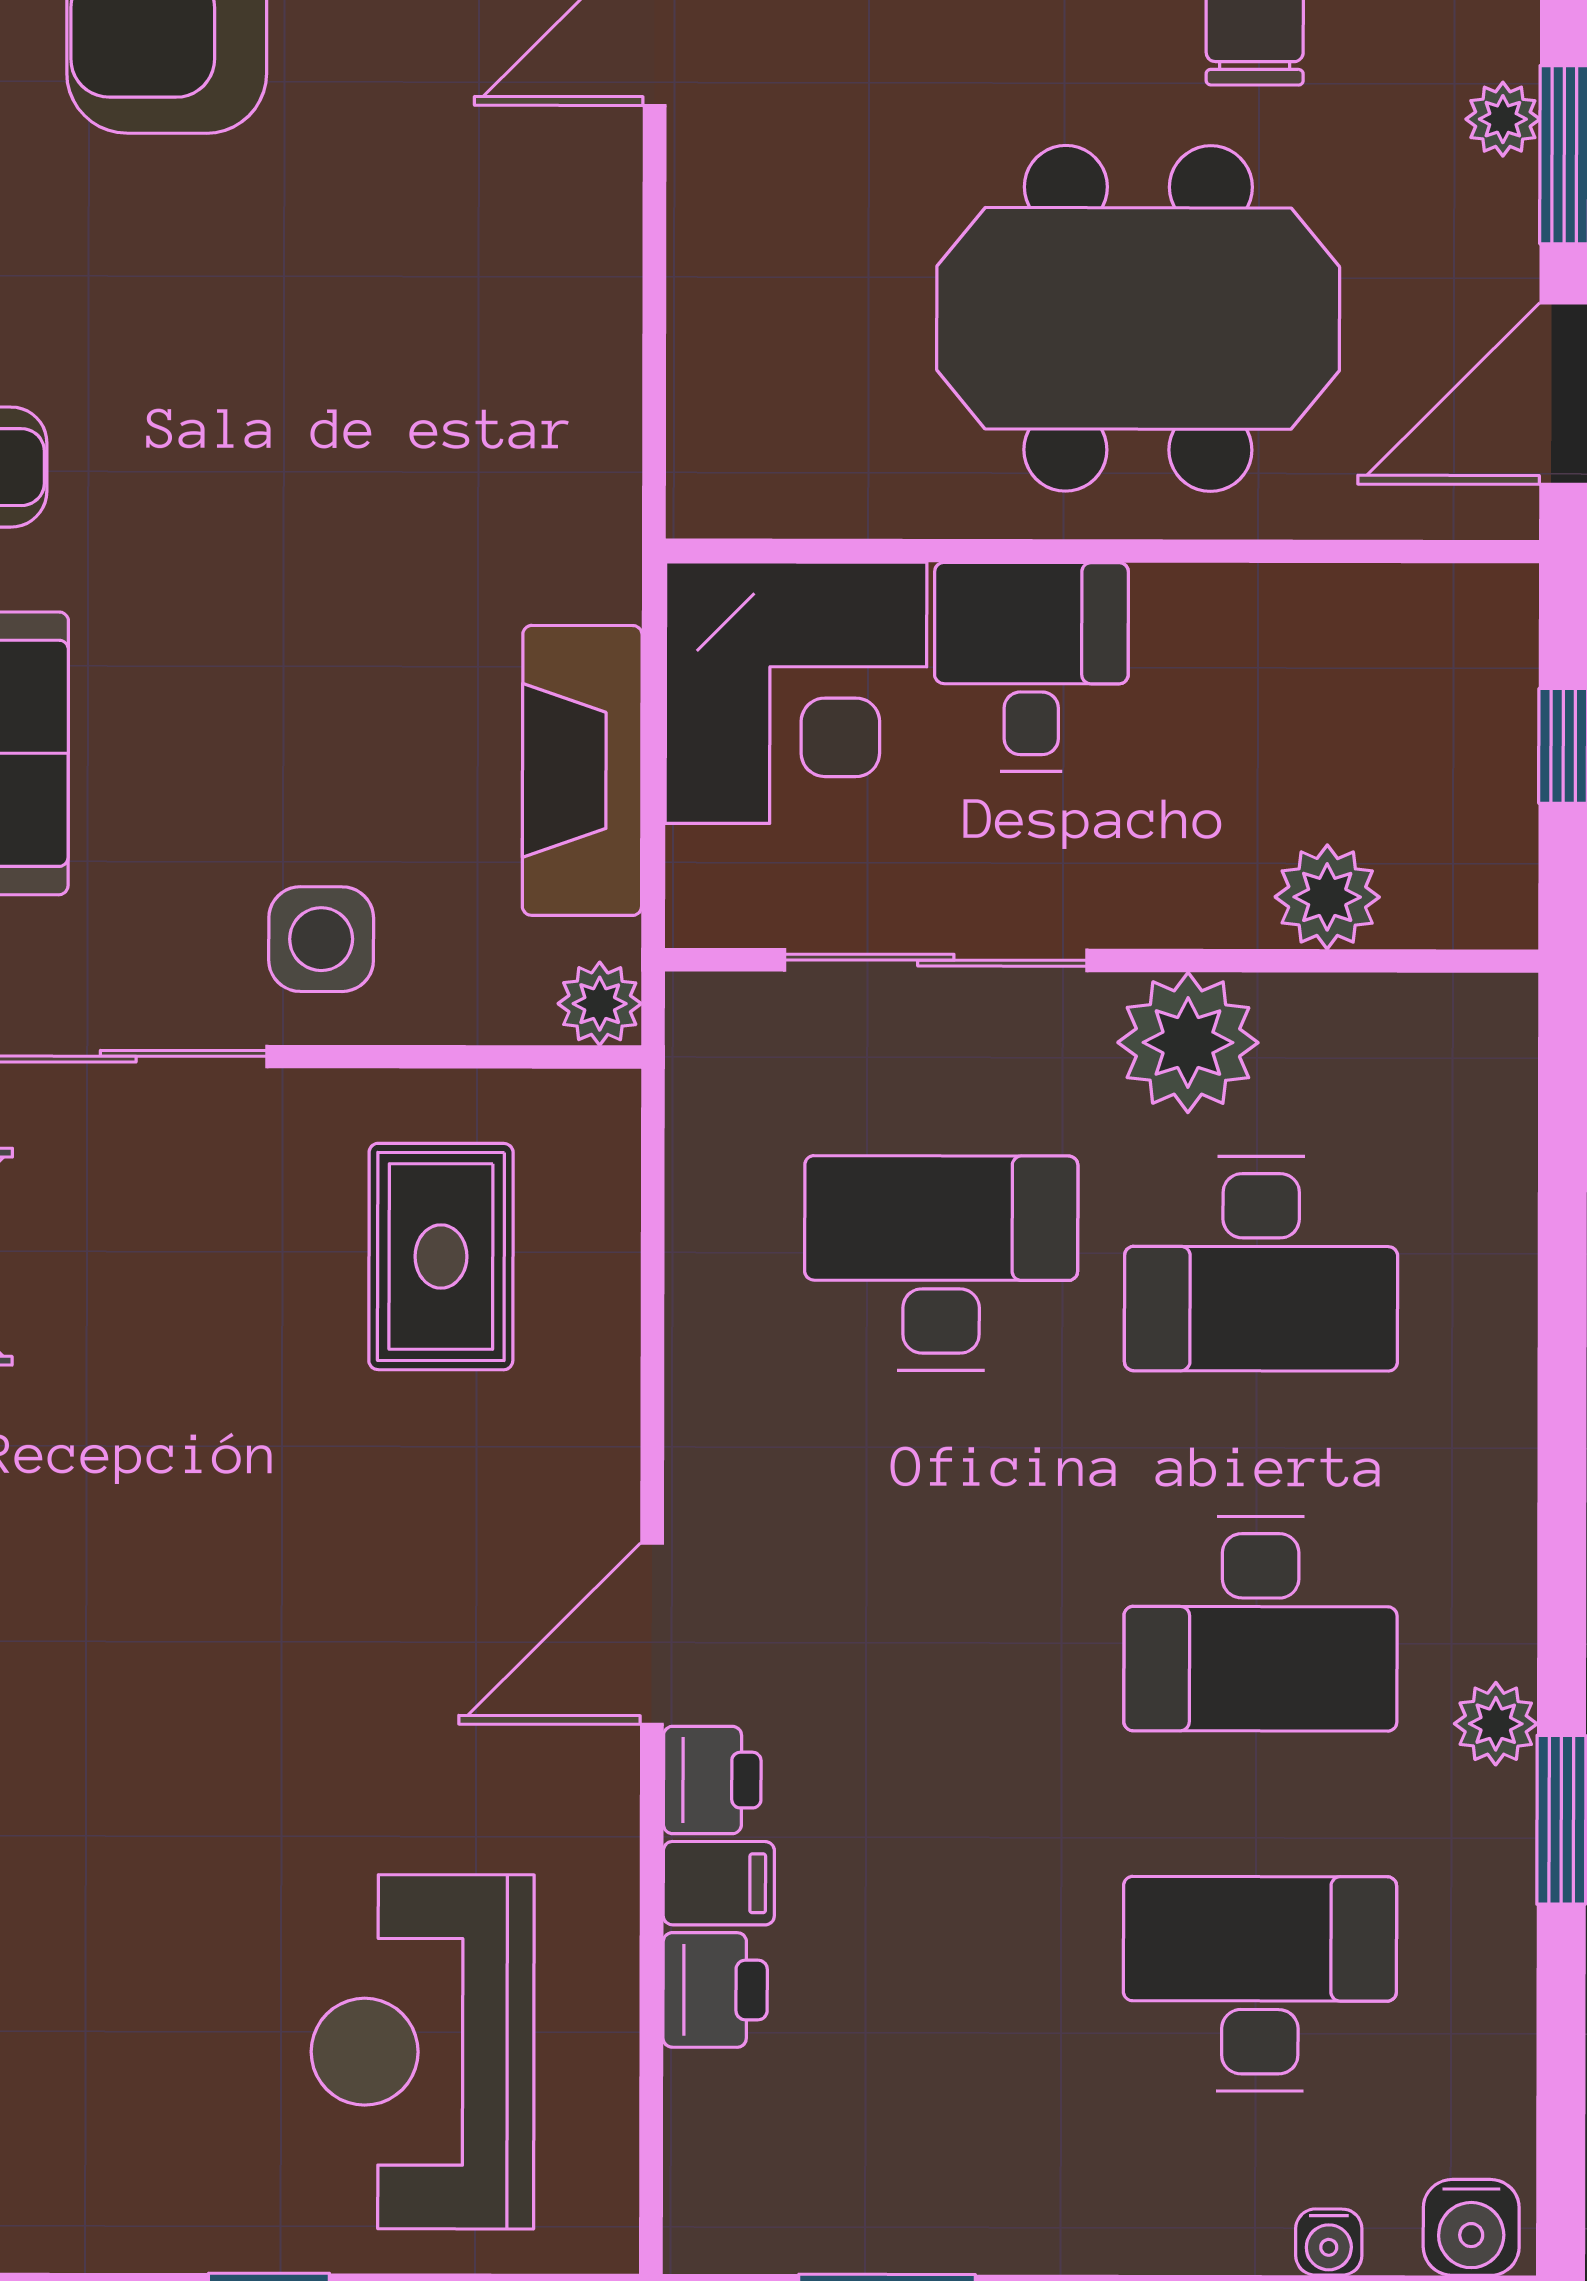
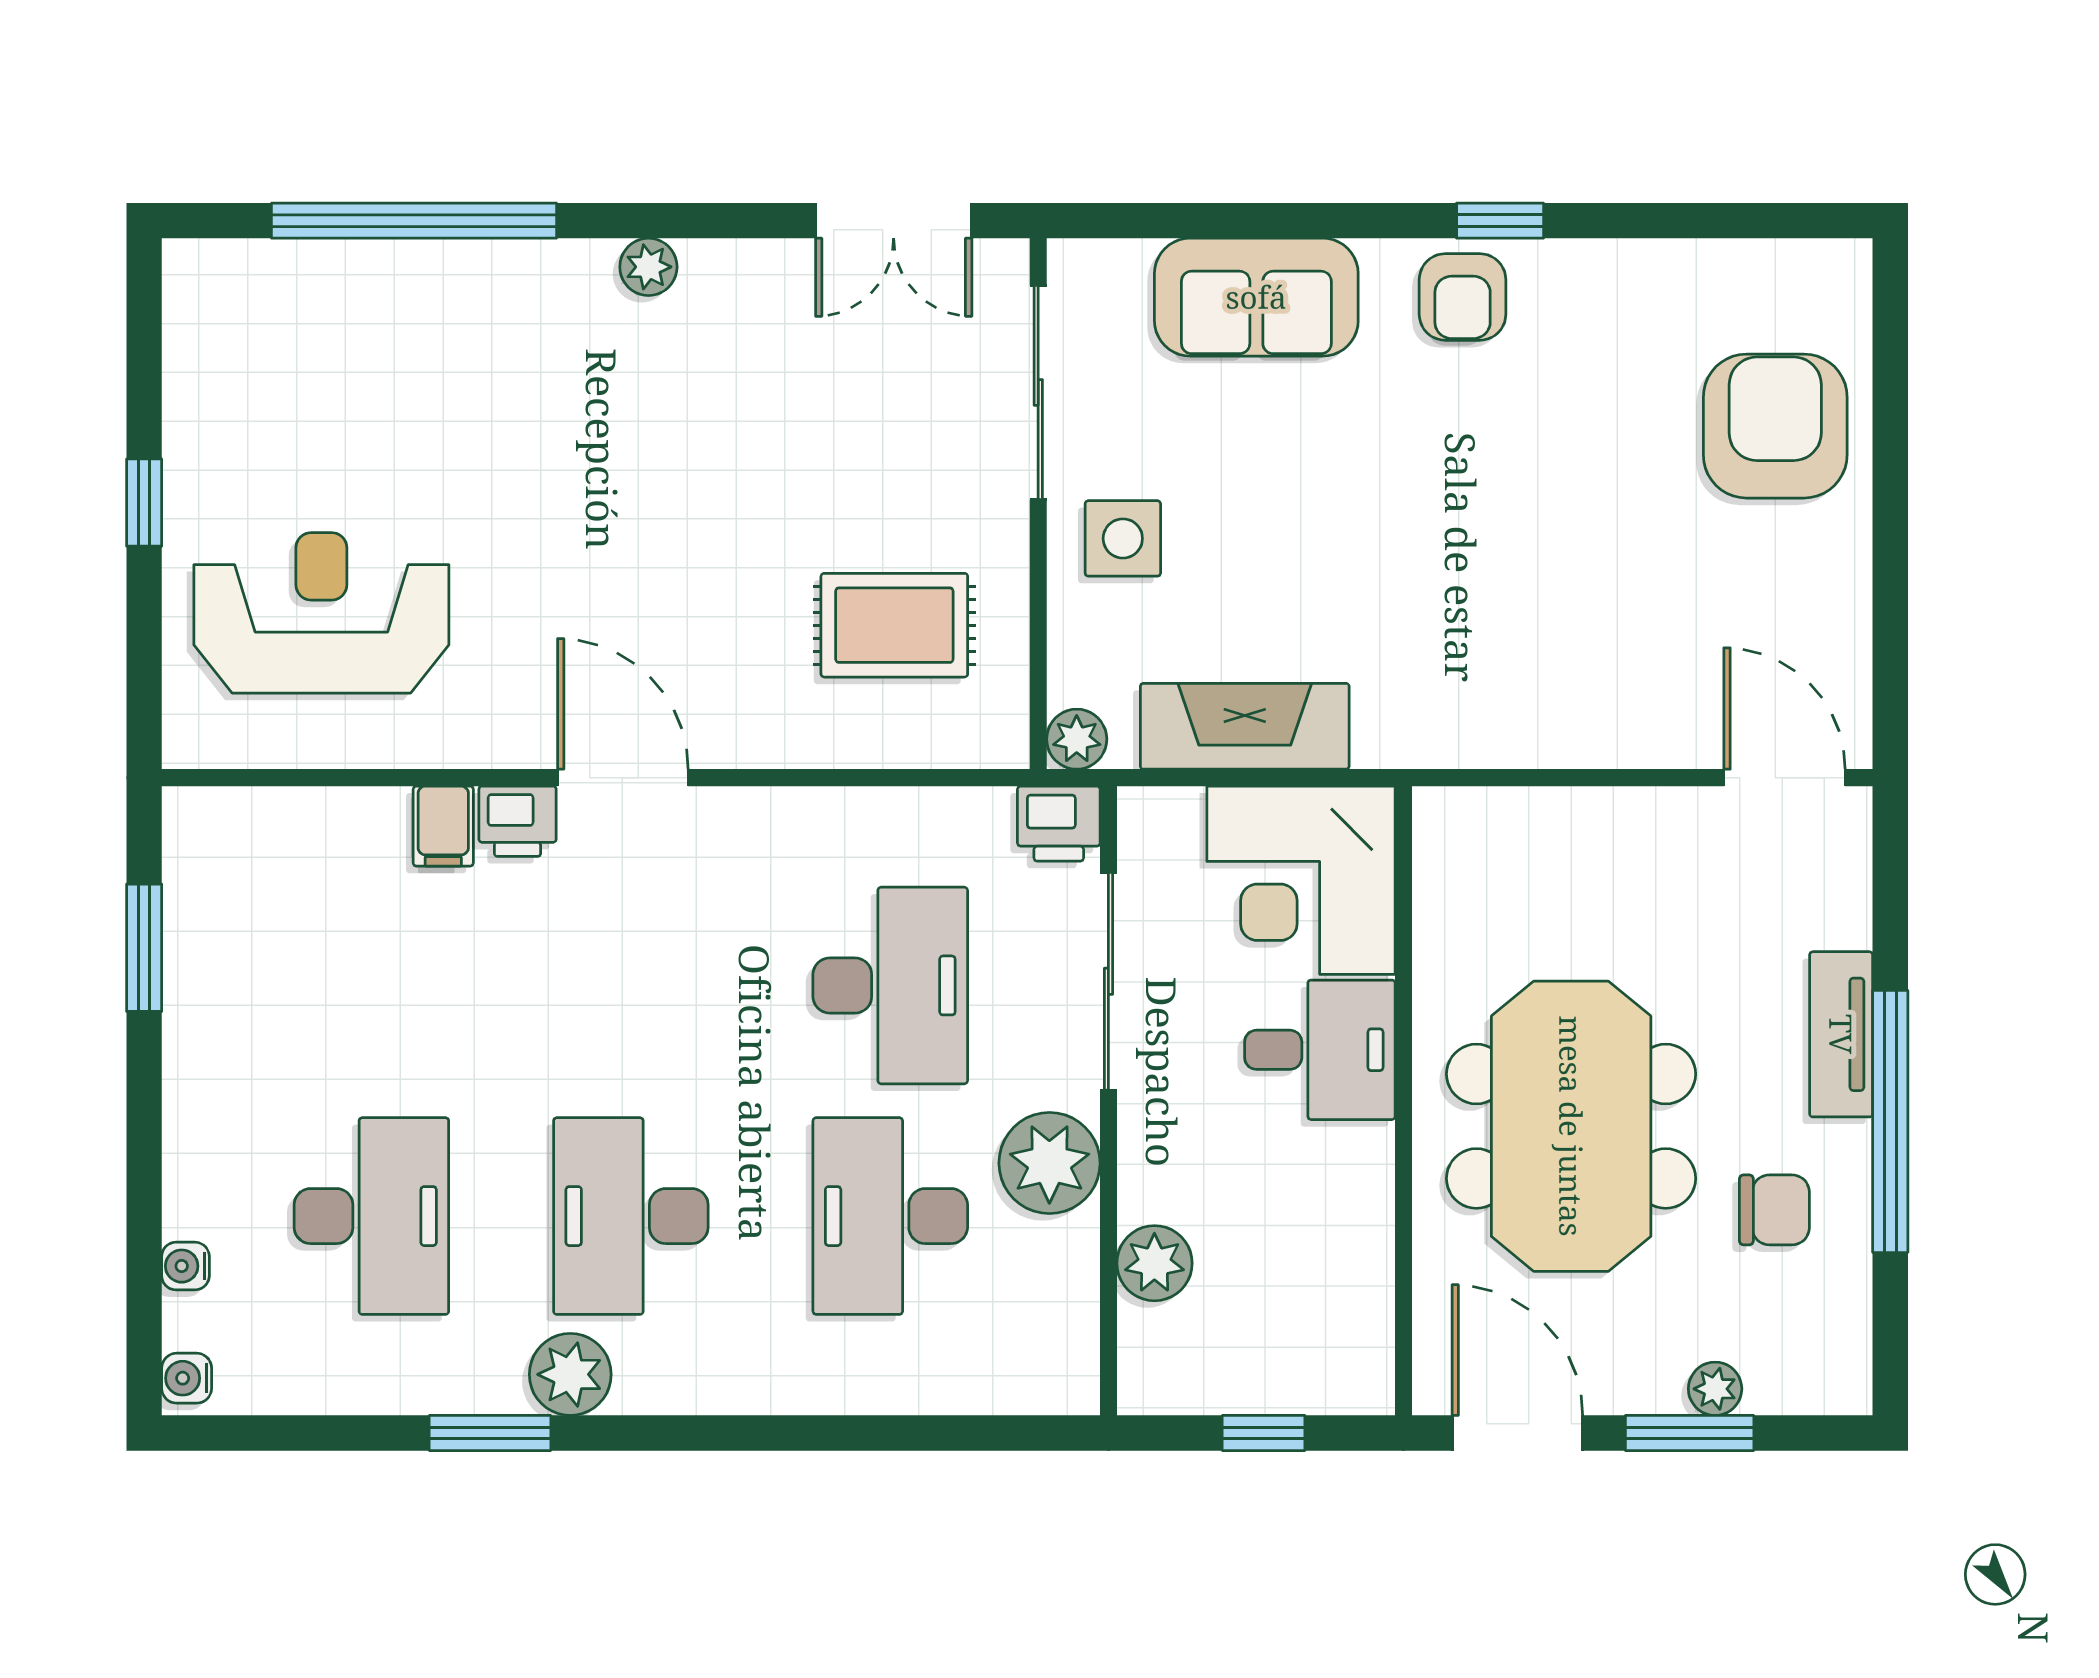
plant: (1496, 1724) -> (570, 1374), width x1.38, depth x1.38
printer: (715, 1990) -> (1059, 824), moved
water cooler: (1471, 2227) -> (187, 1378), width x0.72, depth x0.72

